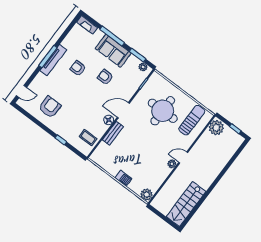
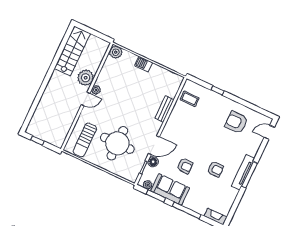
sofa: (113, 51) -> (170, 189), moved
armchair: (50, 107) -> (236, 122), turned 90
door: (123, 110) -> (154, 145), moved
floor lamp: (109, 120) -> (153, 162), moved
plant: (216, 128) -> (86, 78), moved

